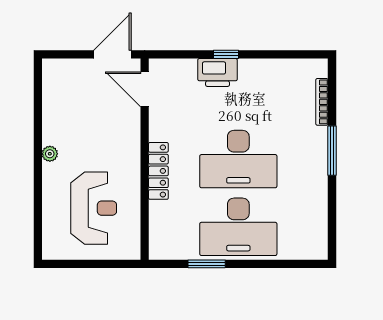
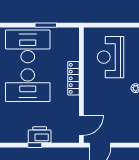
door: (145, 89) -> (81, 125), hinge flipped
desk: (238, 159) -> (28, 85), turned 180

